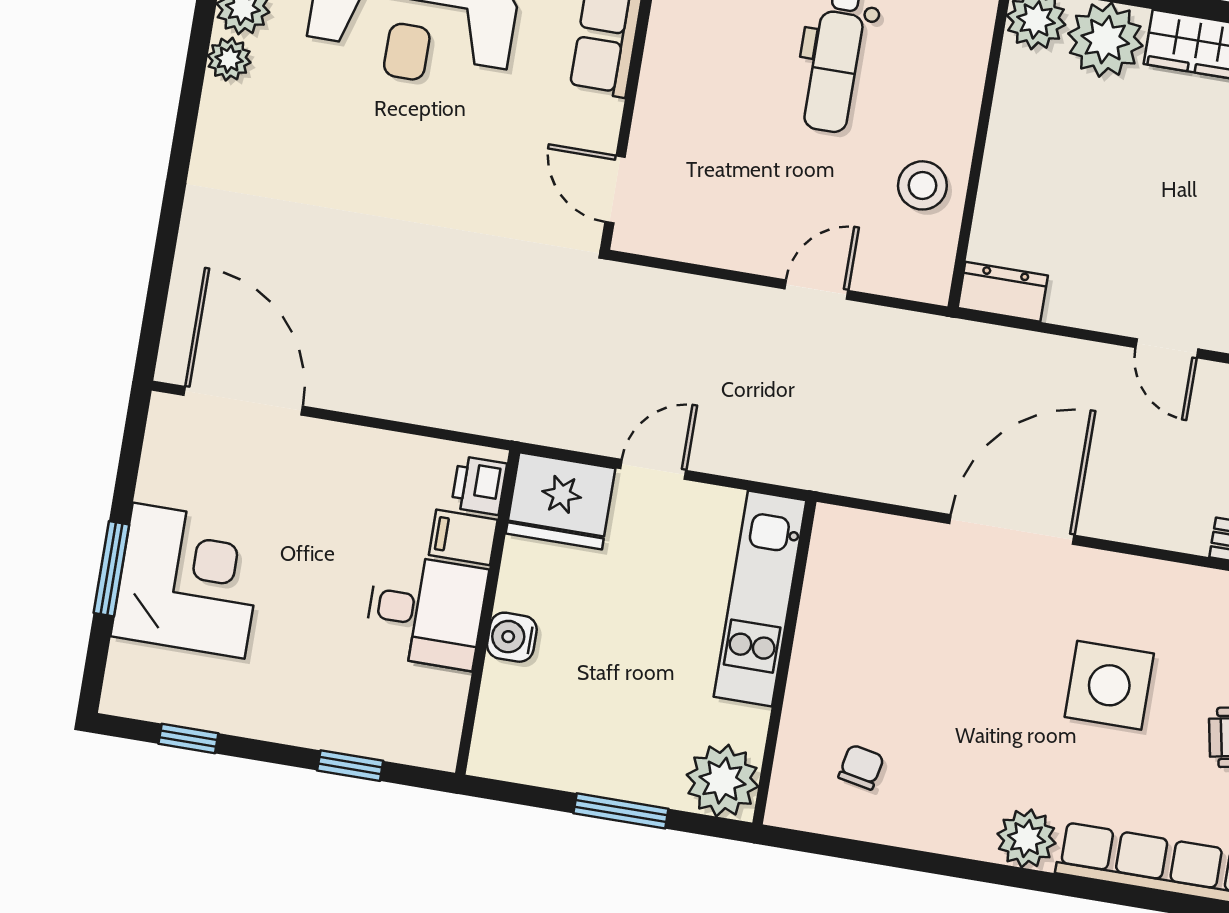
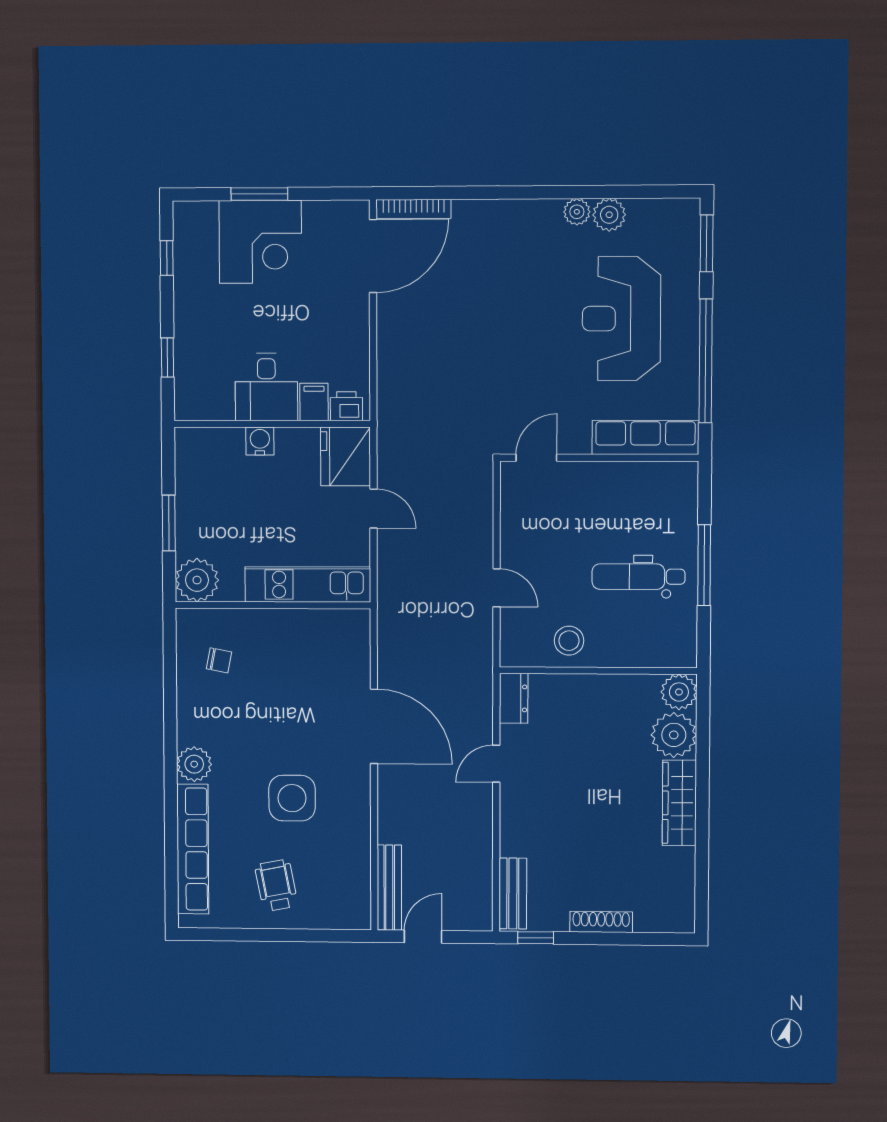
bookcase: (179, 322) -> (413, 209), added
door: (1167, 348) -> (496, 764), moved

